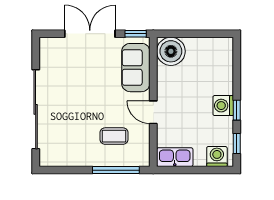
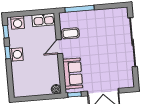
boiler: (171, 51) -> (56, 89), width x0.54, depth x0.54
door: (153, 112) -> (59, 47), swing flipped
coffee table: (114, 136) -> (70, 33), moved

